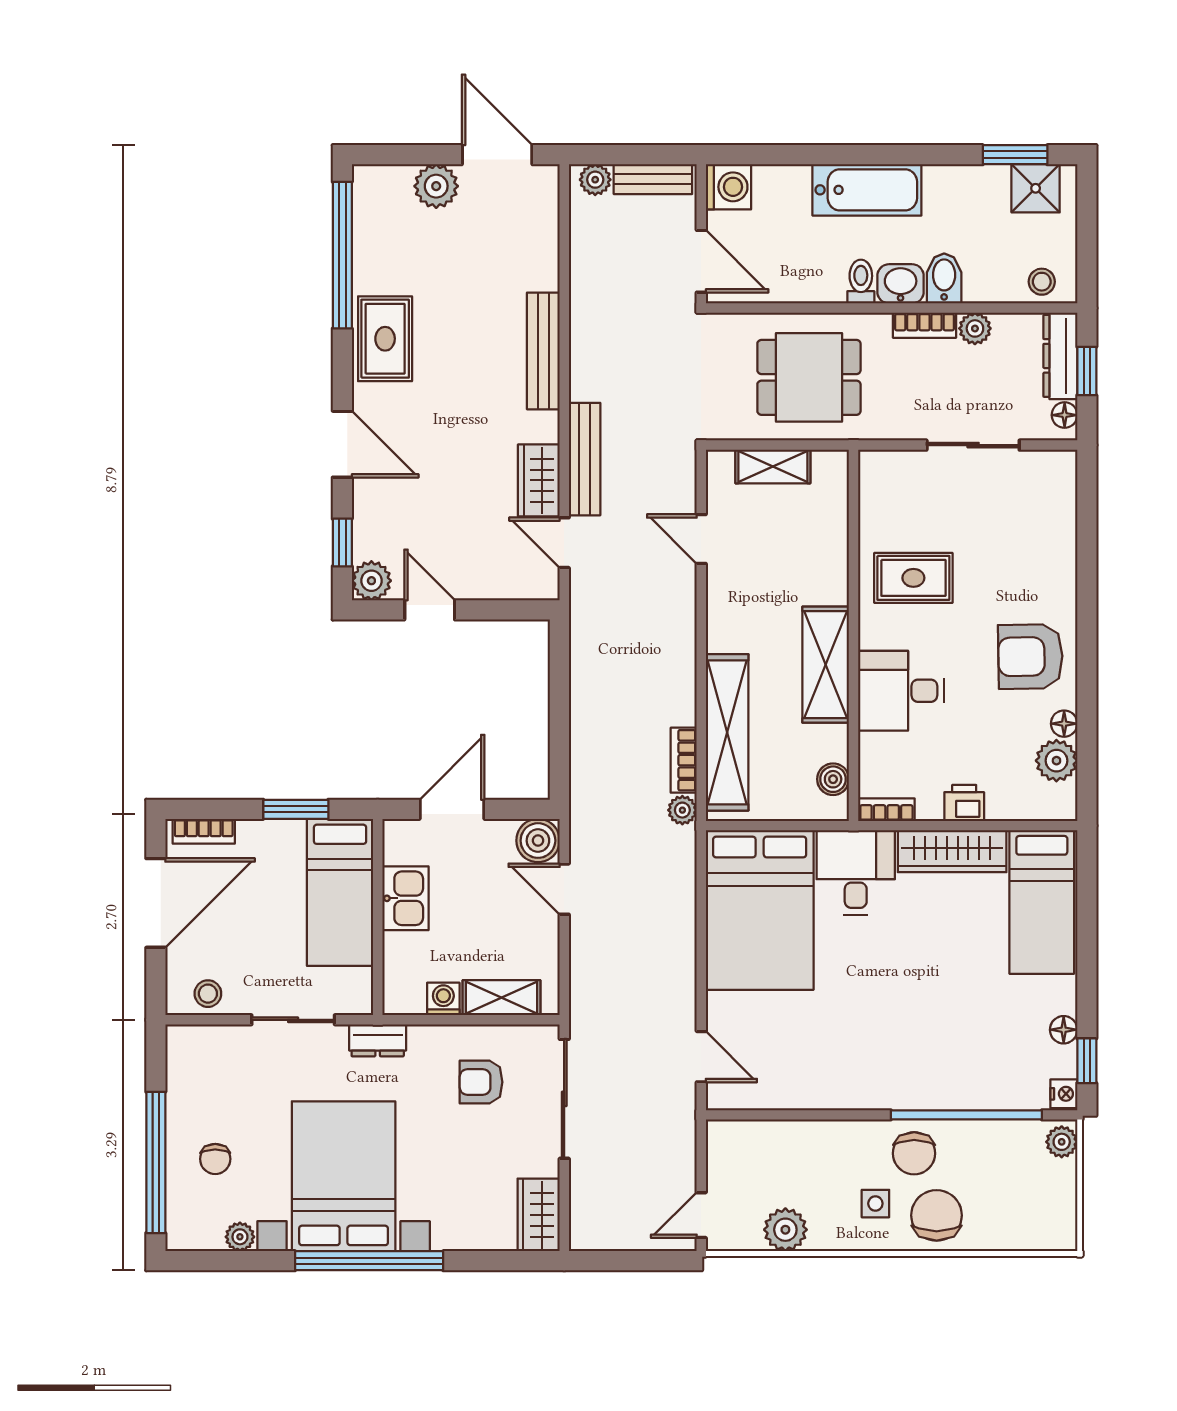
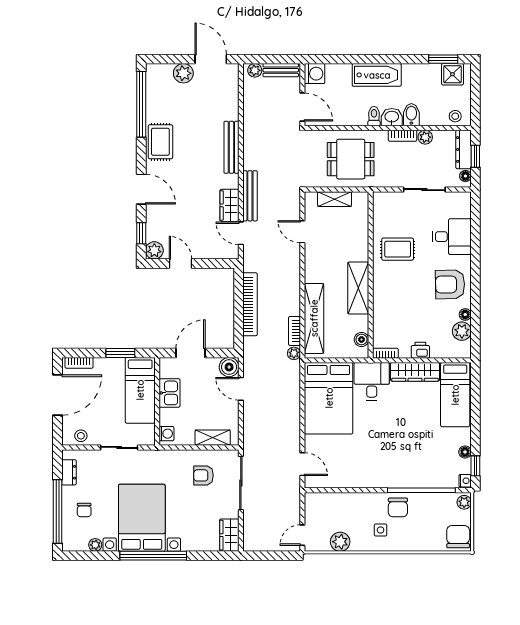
desk: (901, 691) -> (452, 237), moved, turned 180
bookcase: (585, 701) -> (250, 304), added
washing machine: (443, 999) -> (166, 434), moved, turned 90
dresser: (378, 1040) -> (69, 472), moved, turned -90
chair: (937, 1215) -> (458, 537), moved

